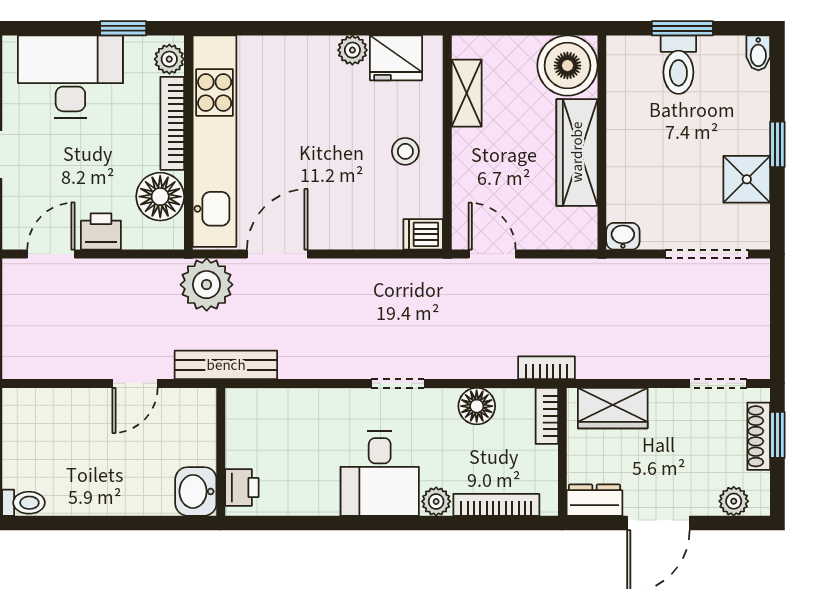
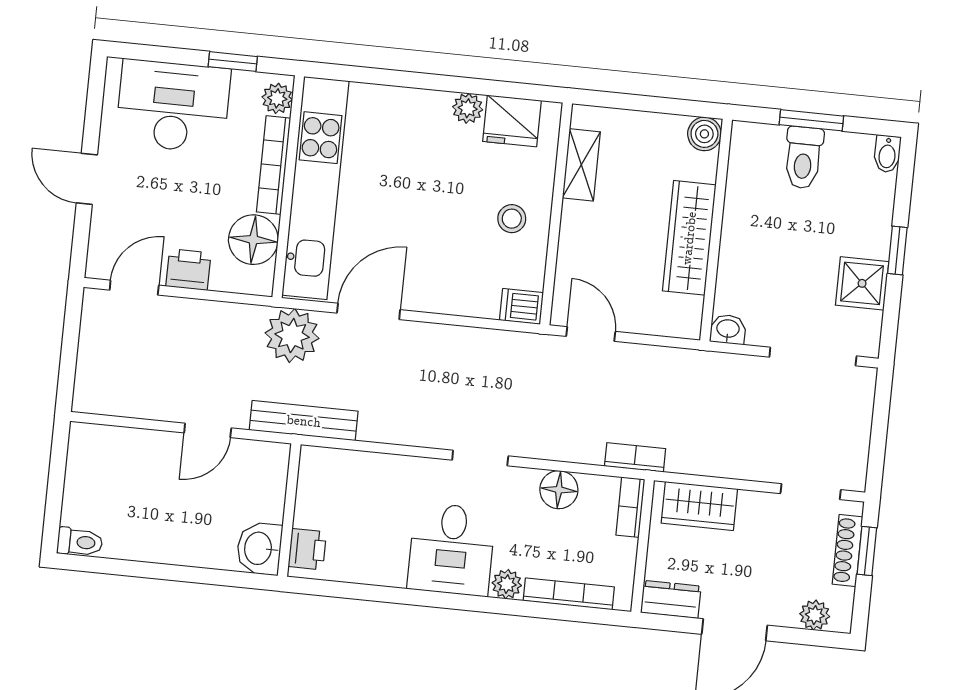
boiler: (567, 66) -> (704, 134), width x0.54, depth x0.54

